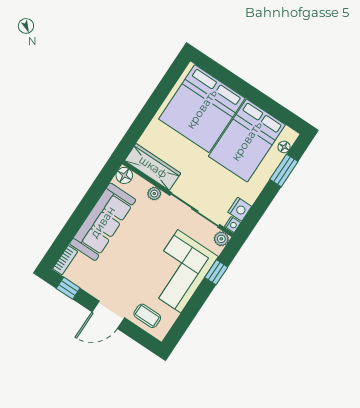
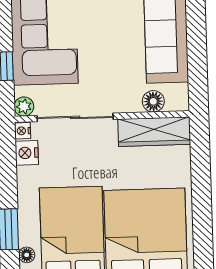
floor lamp: (124, 175) -> (153, 101), moved
plant: (154, 194) -> (132, 104), removed

